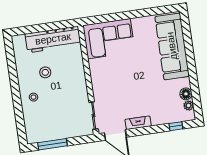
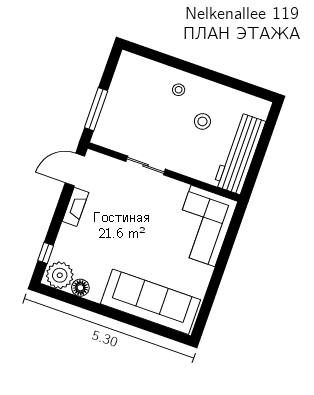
plant: (189, 106) -> (60, 275), width x1.88, depth x1.88
sliding door: (94, 116) -> (146, 165), moved
window: (52, 144) -> (96, 109), moved

